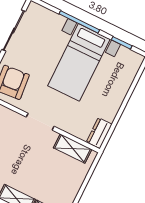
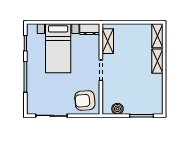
bed with nightstands: (79, 62) -> (58, 48), moved, turned 90

